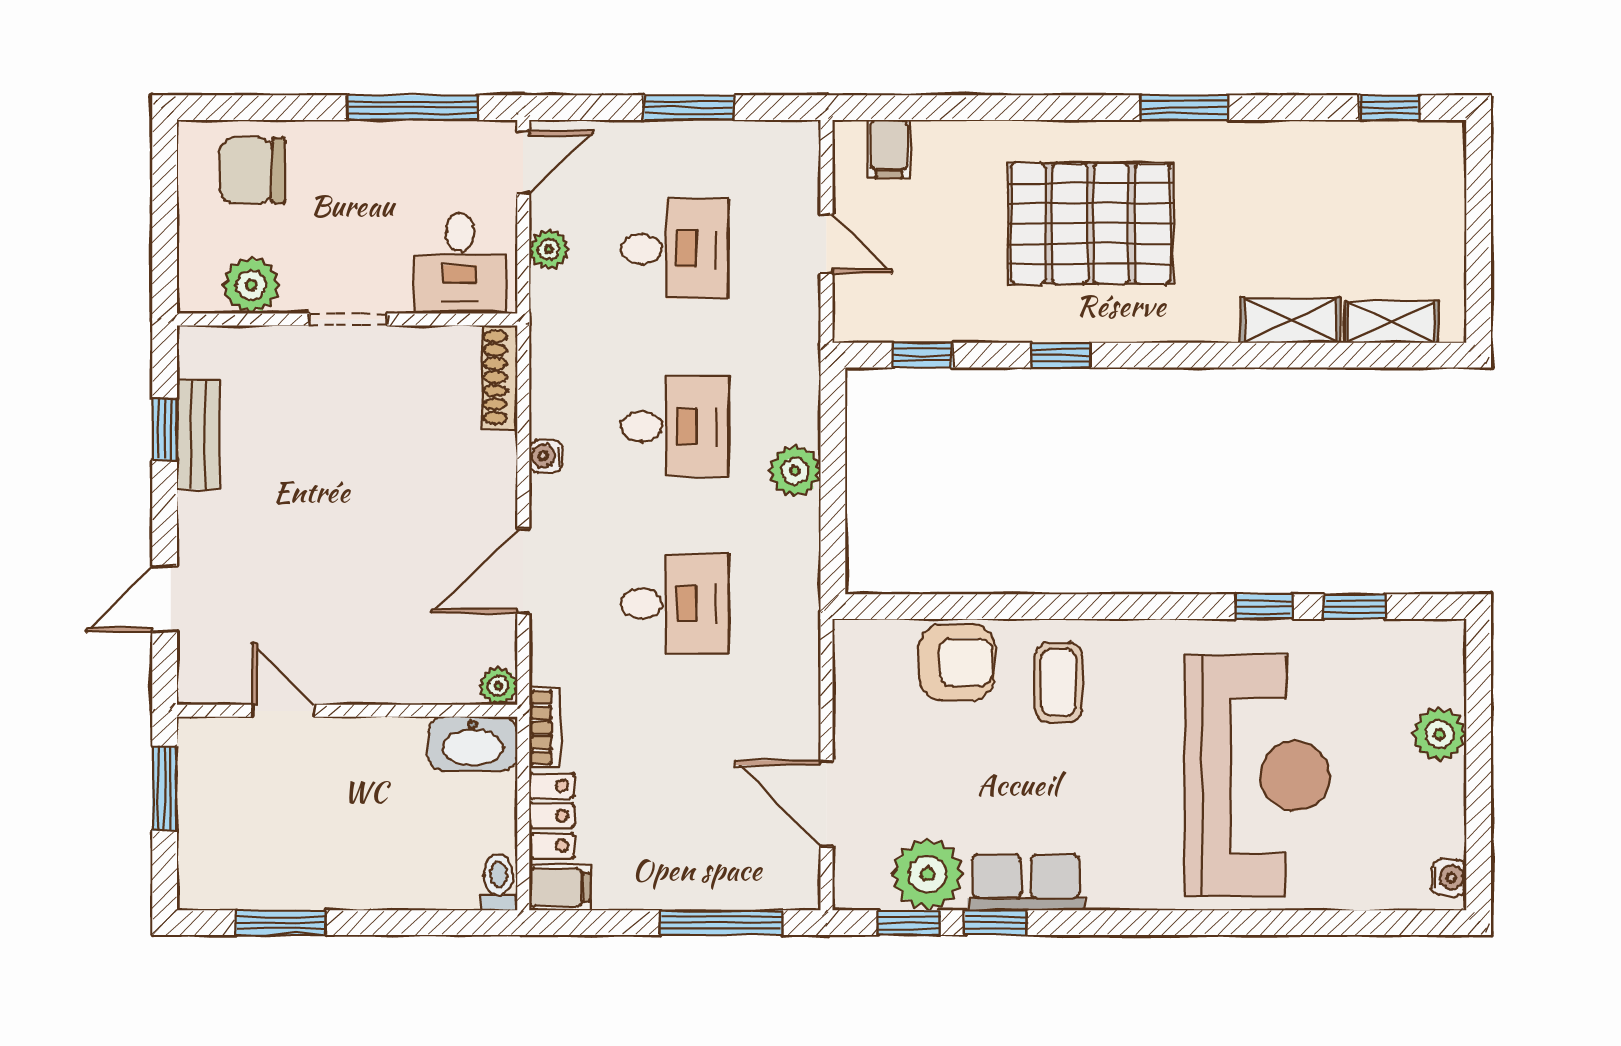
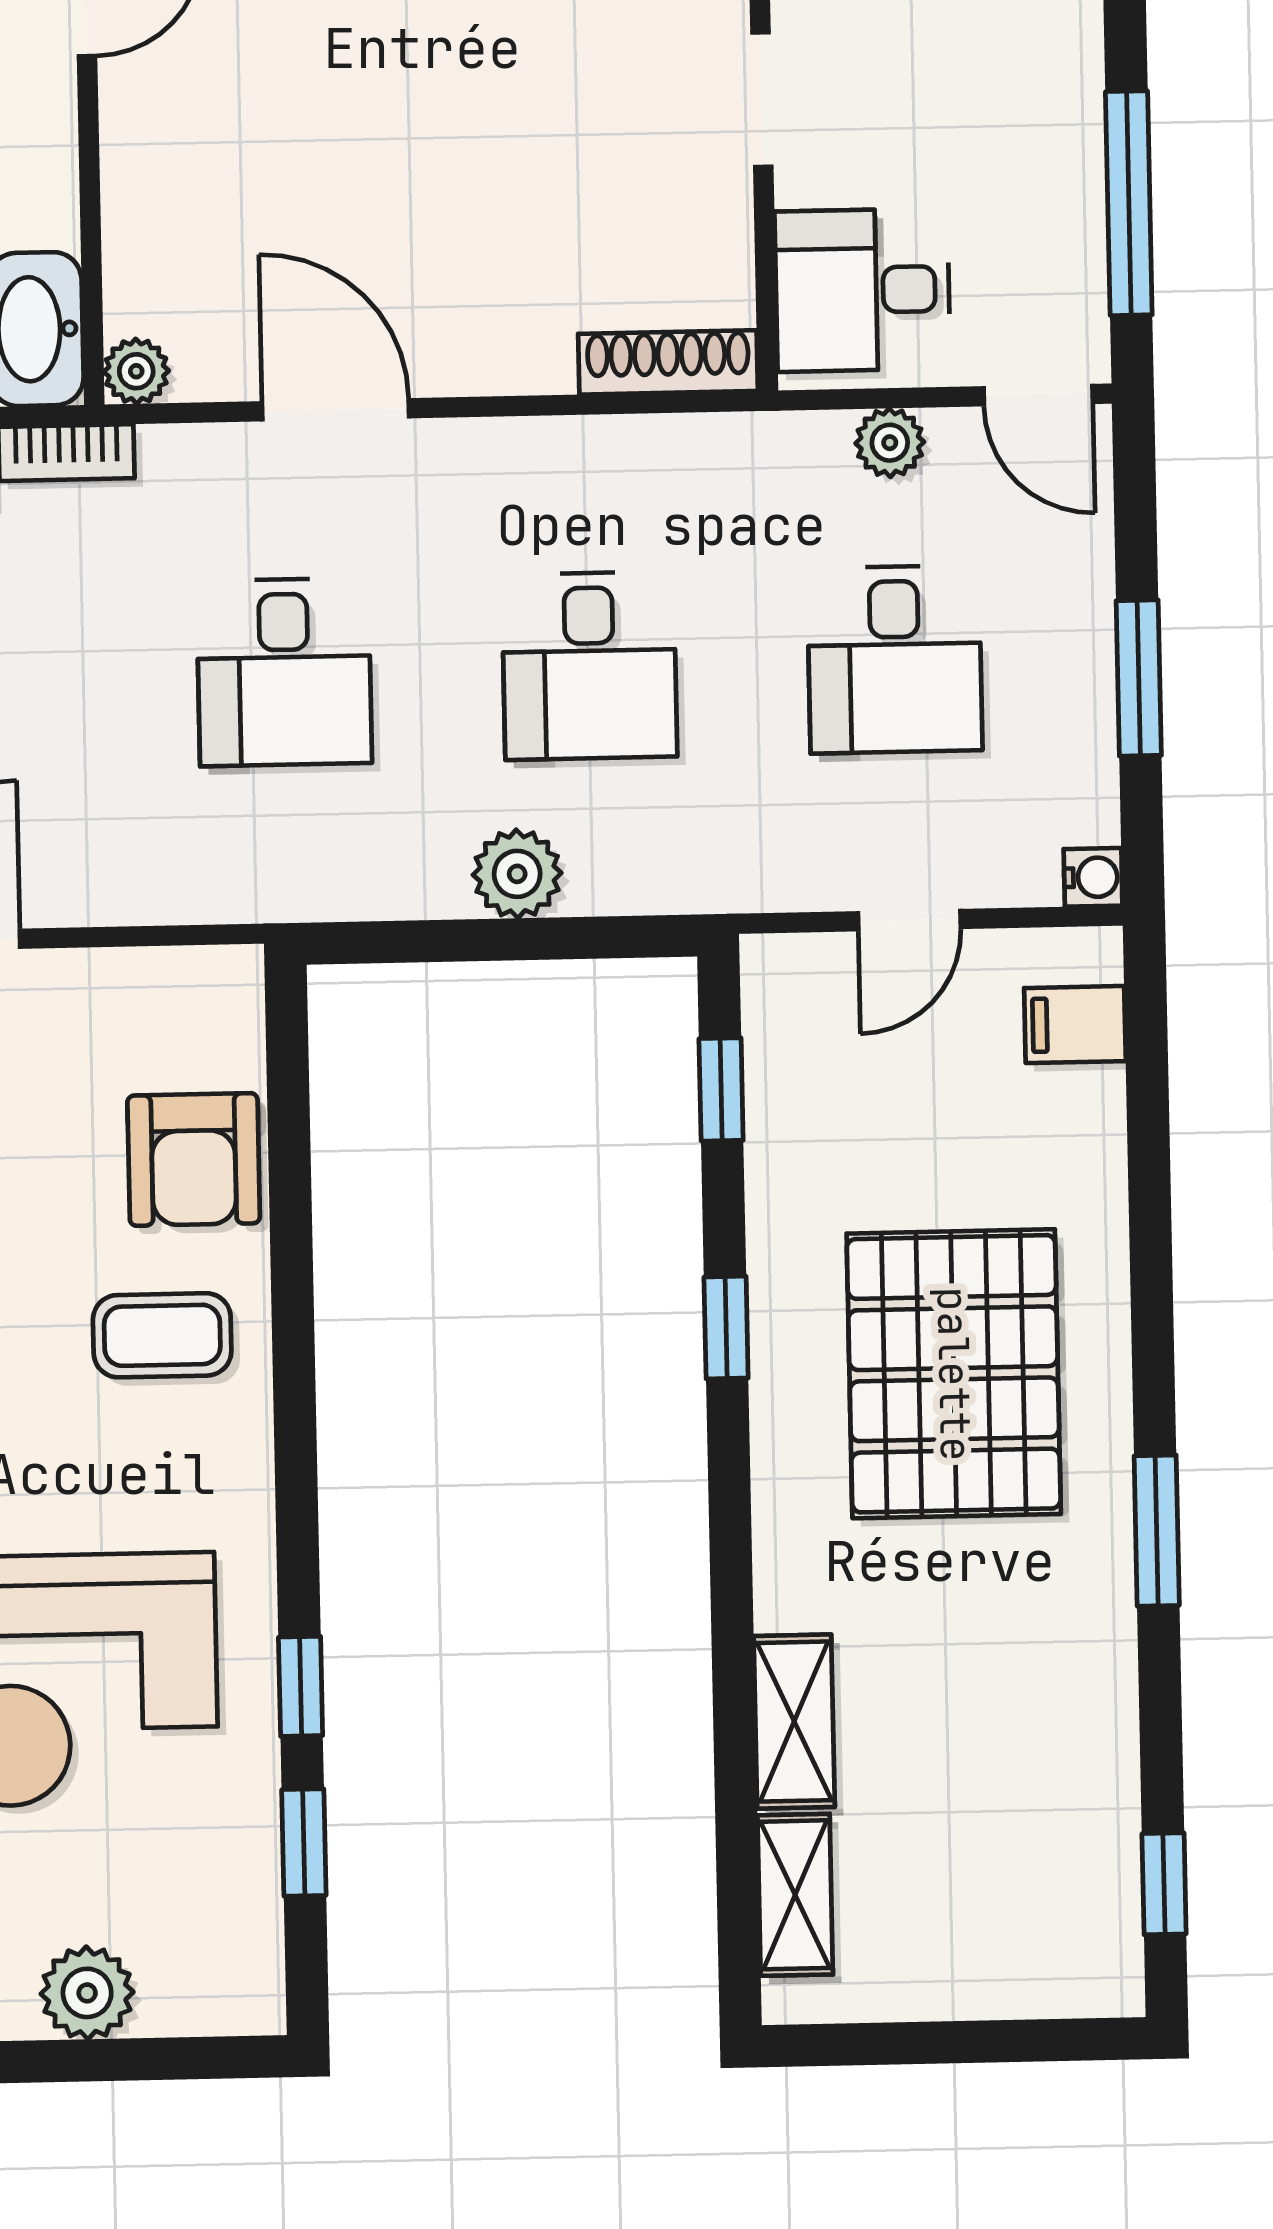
water cooler: (546, 456) -> (1093, 877), moved, turned 90

